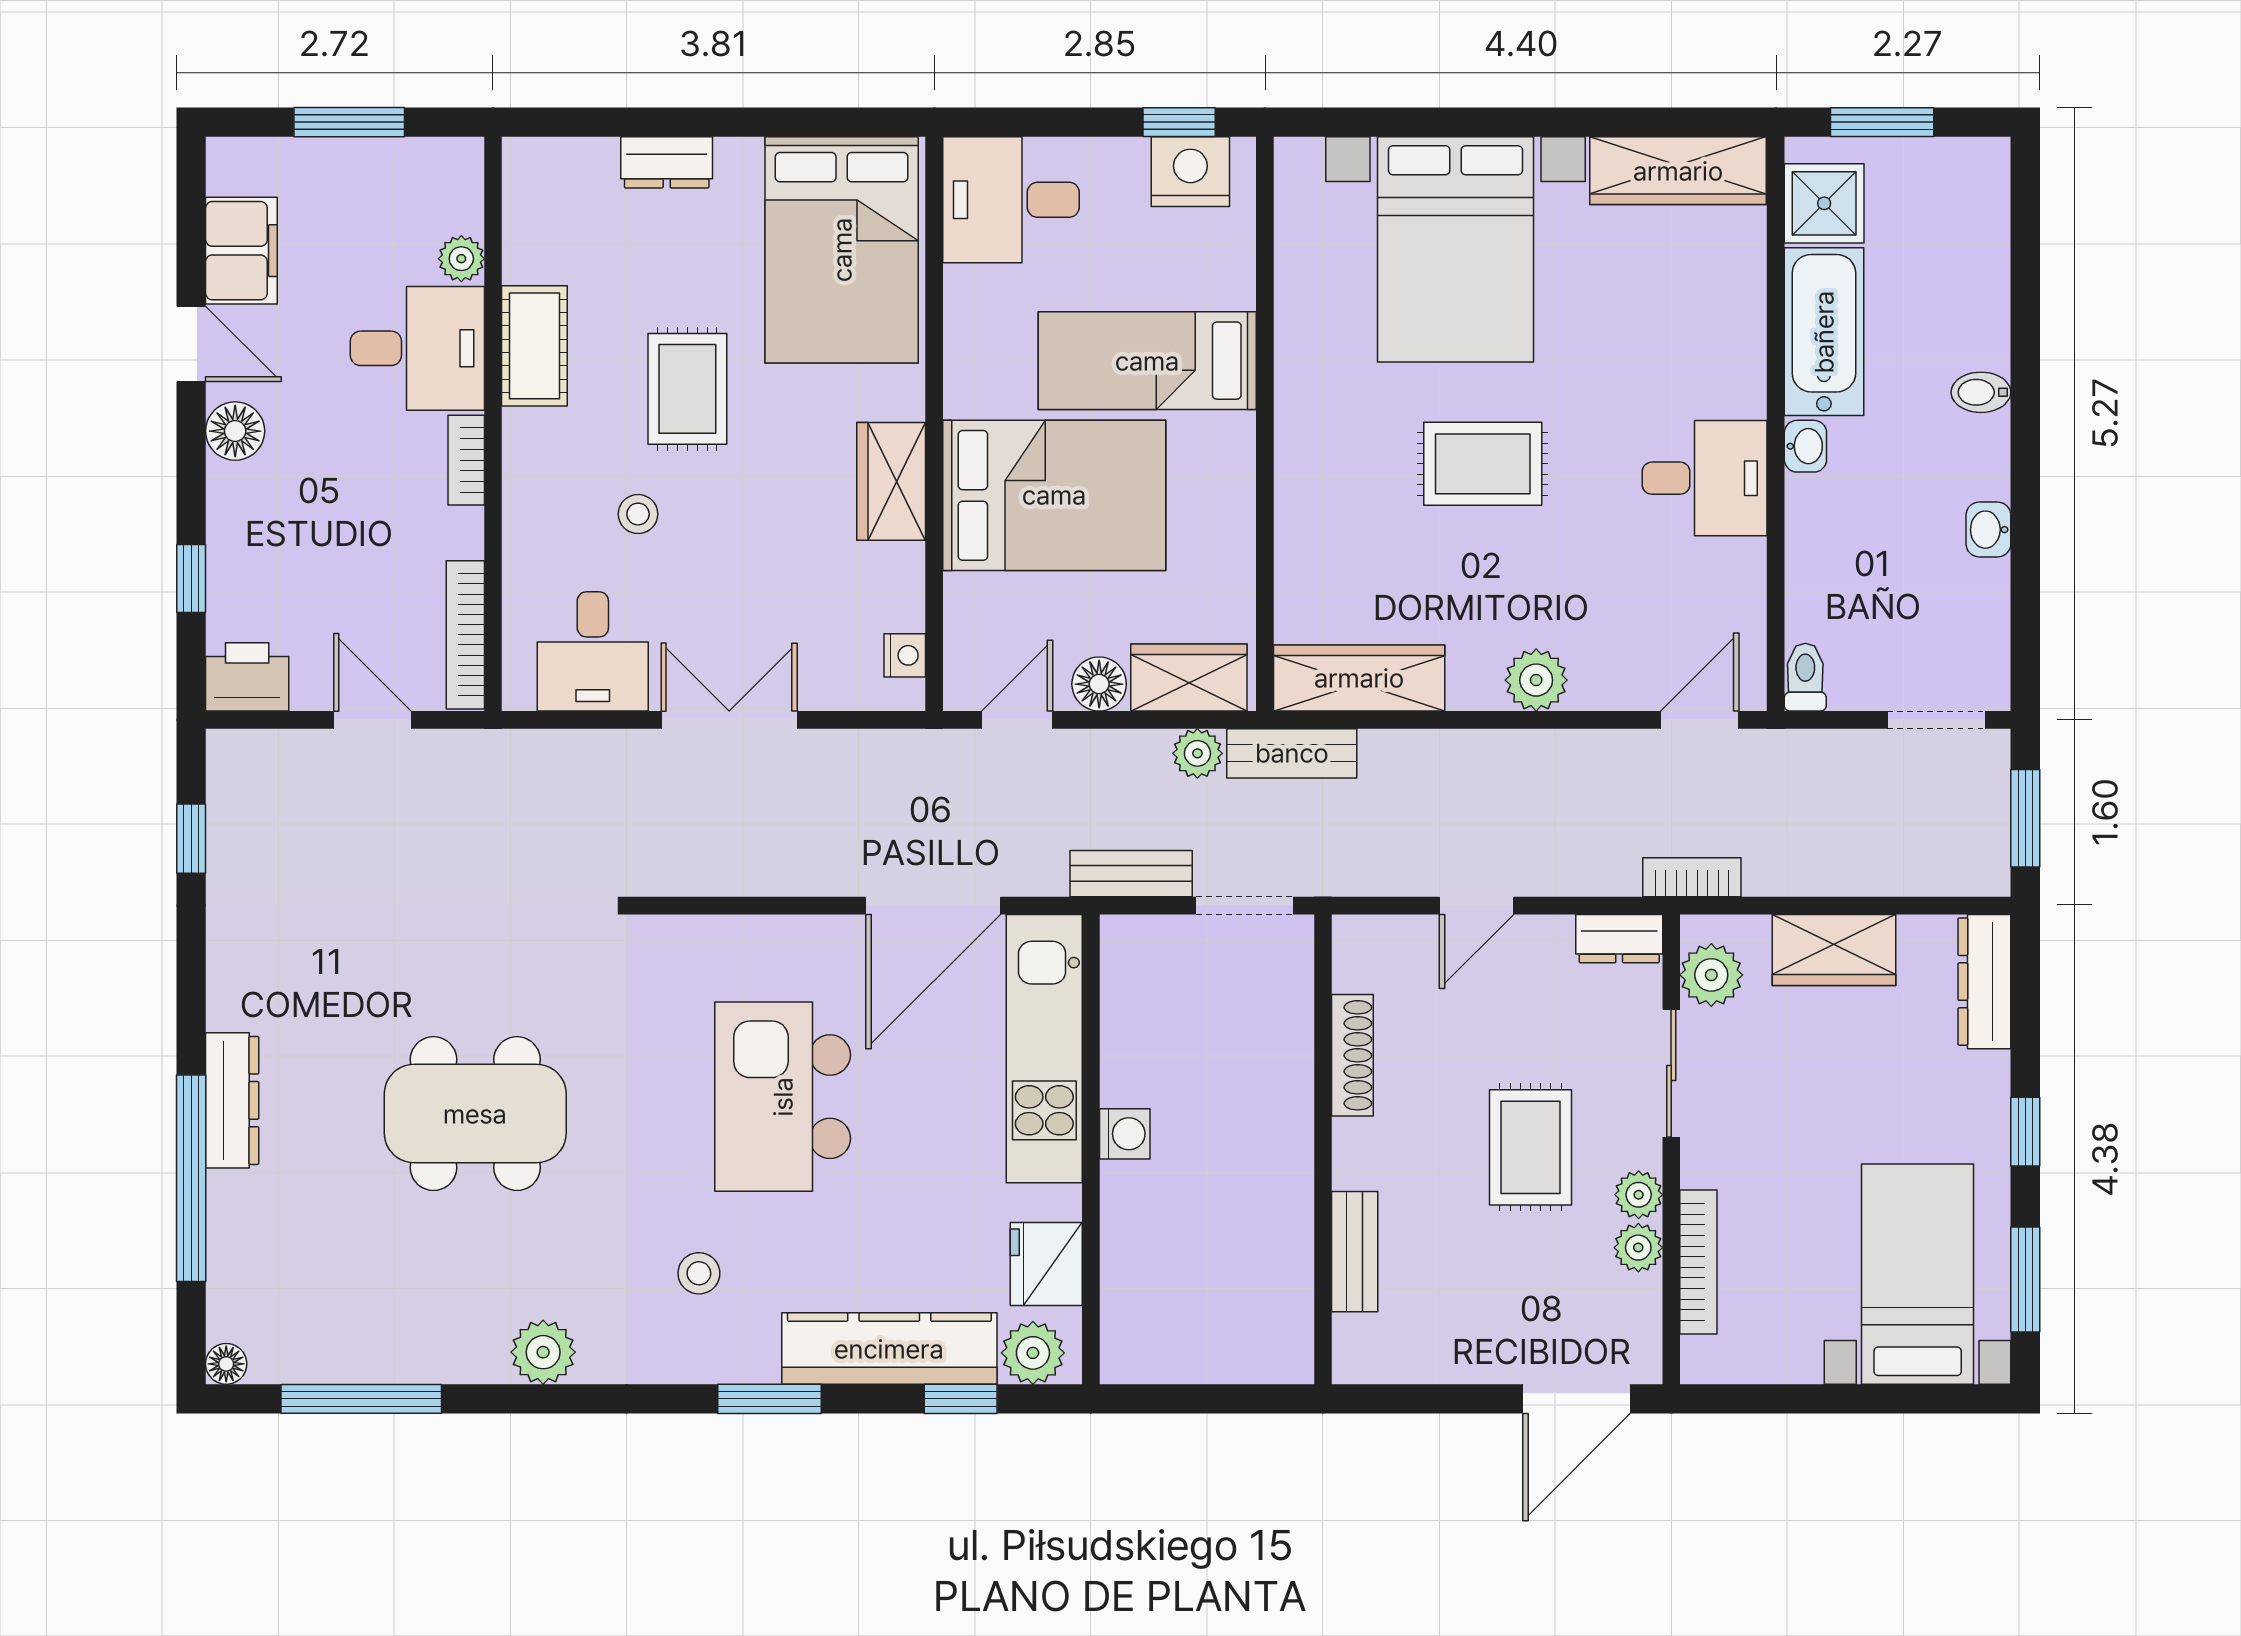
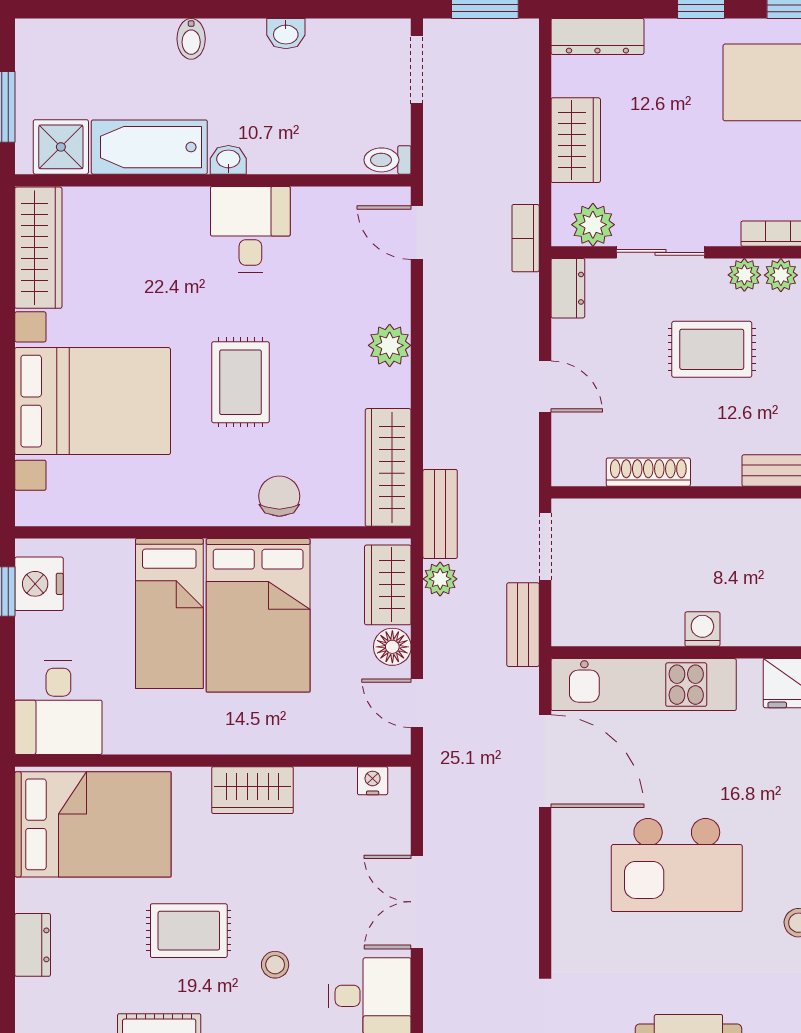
bed: (1054, 495) -> (258, 615), moved, turned 180
chair: (1318, 520) -> (279, 496), added

